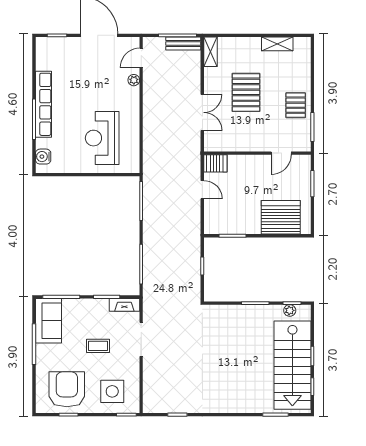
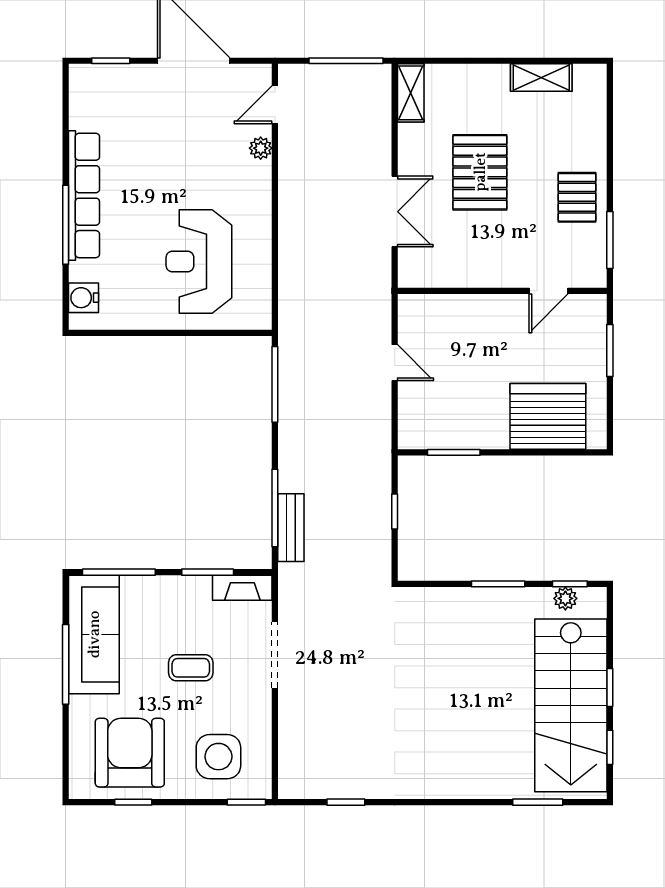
bench: (183, 44) -> (291, 528), moved, turned 90
server rack: (215, 163) -> (420, 311), removed
sofa: (48, 321) -> (94, 634), width x1.36

